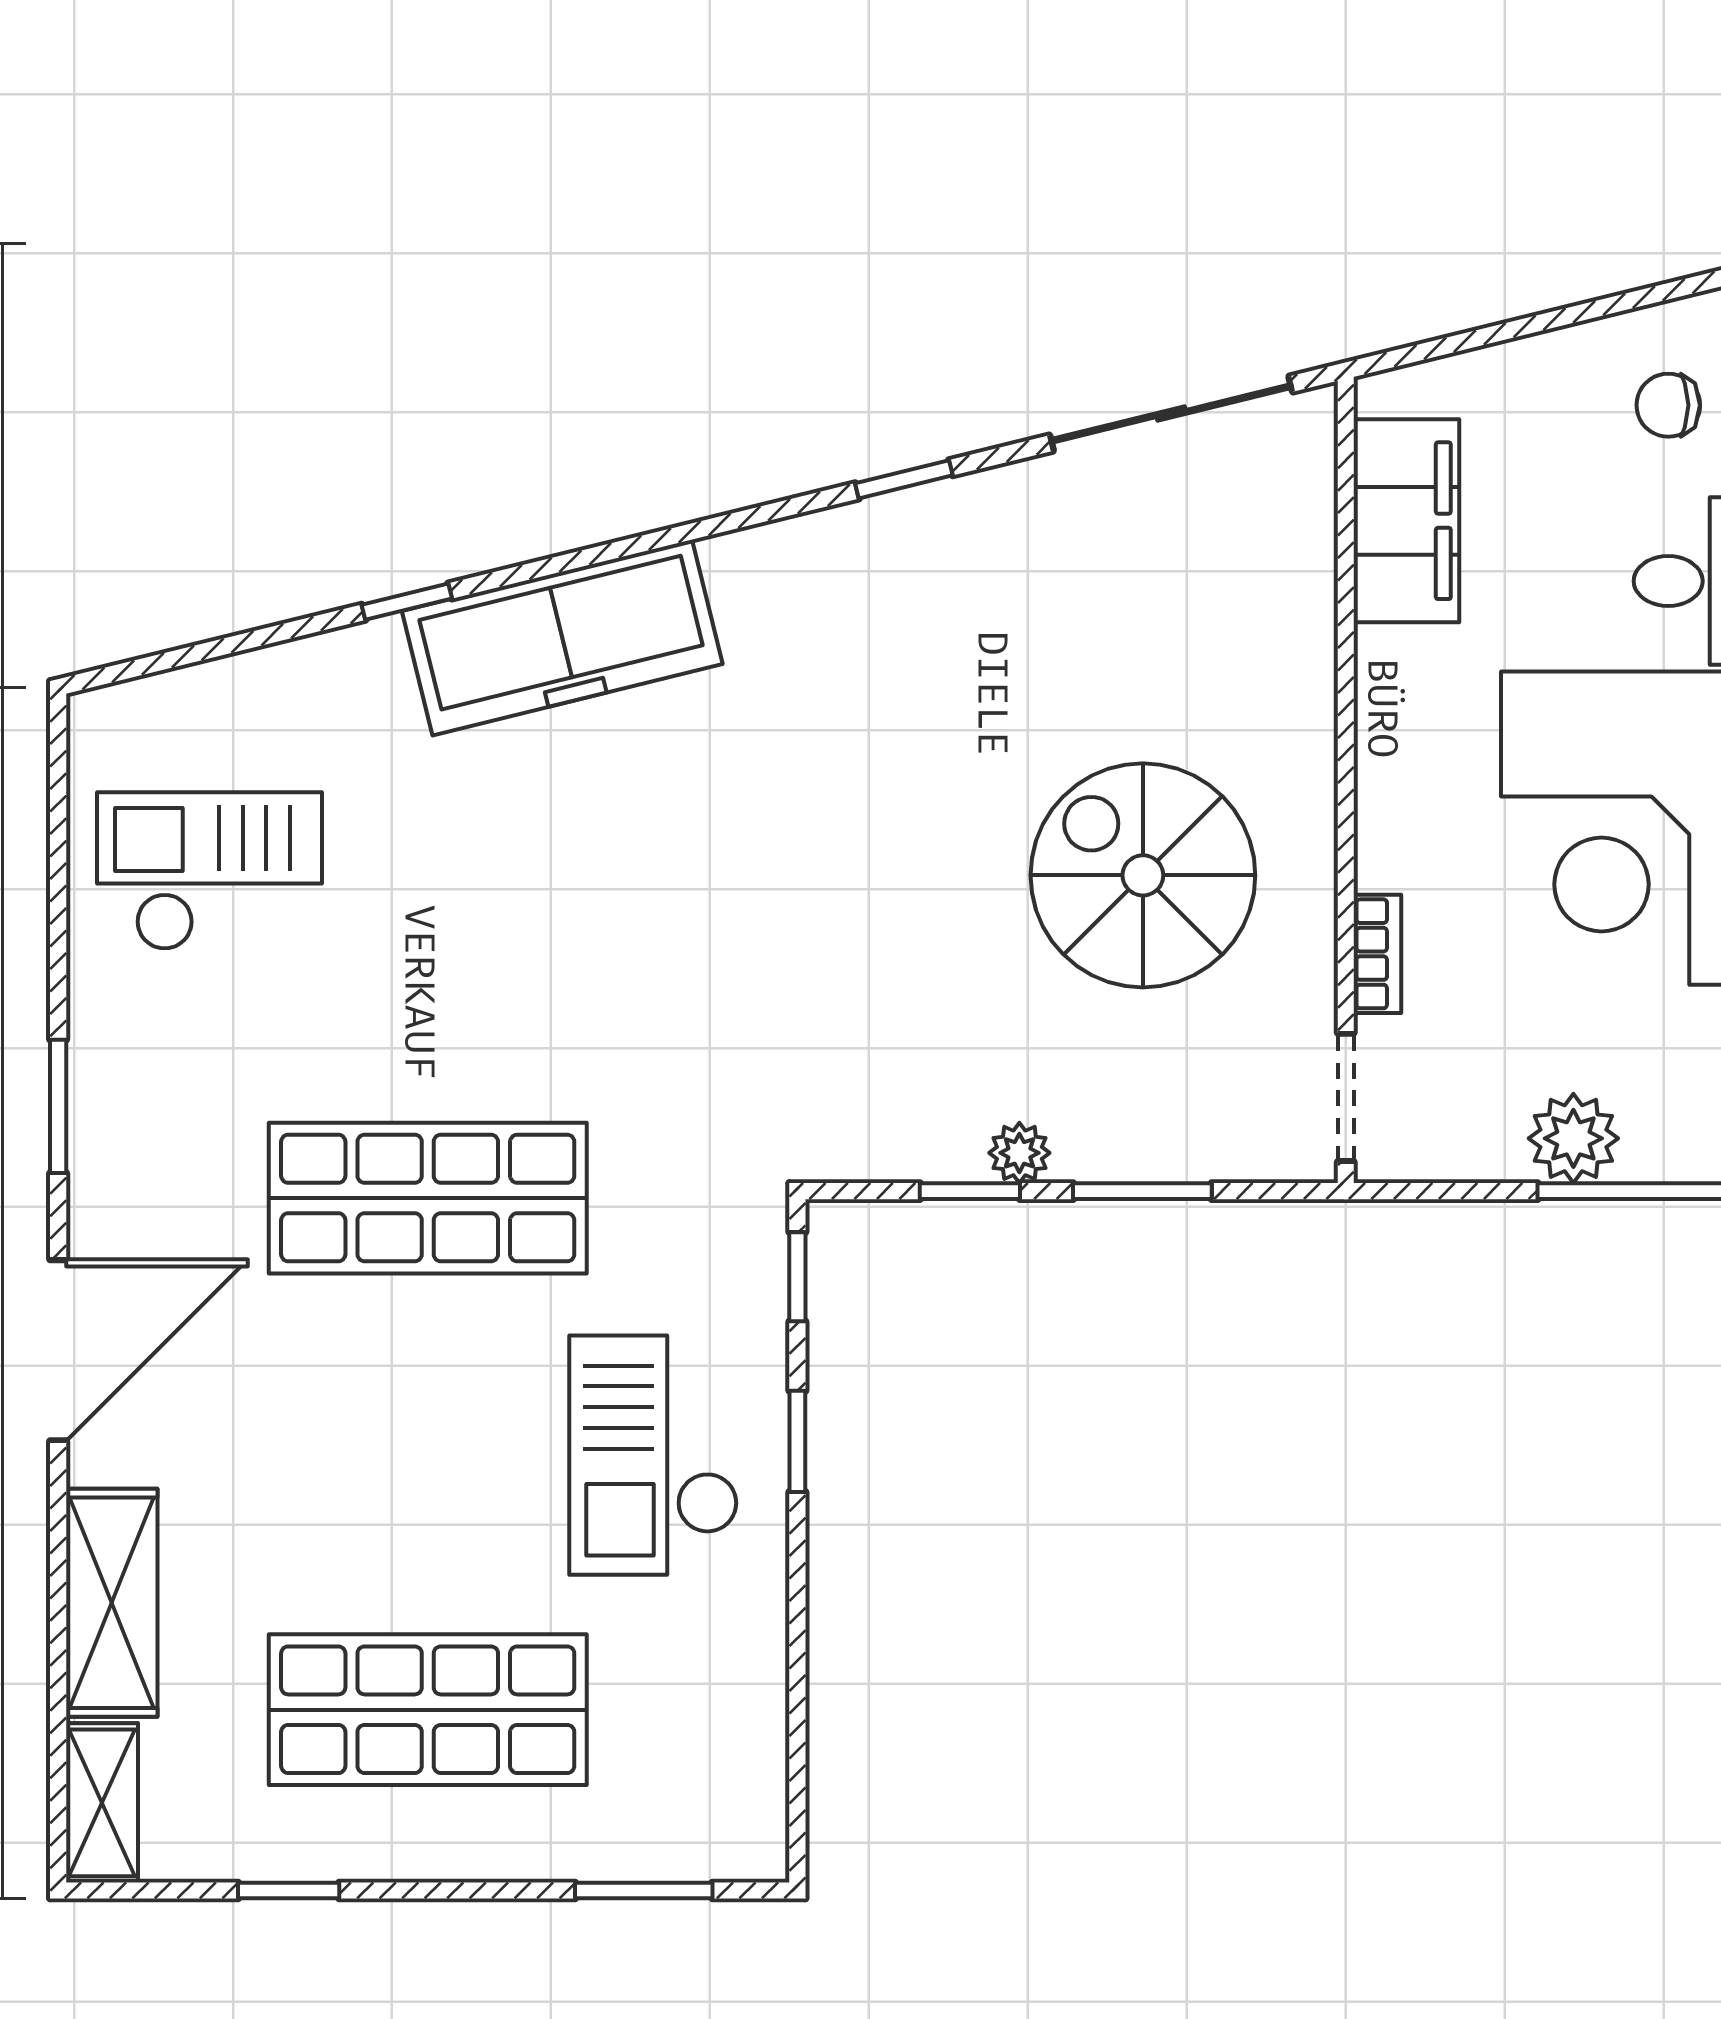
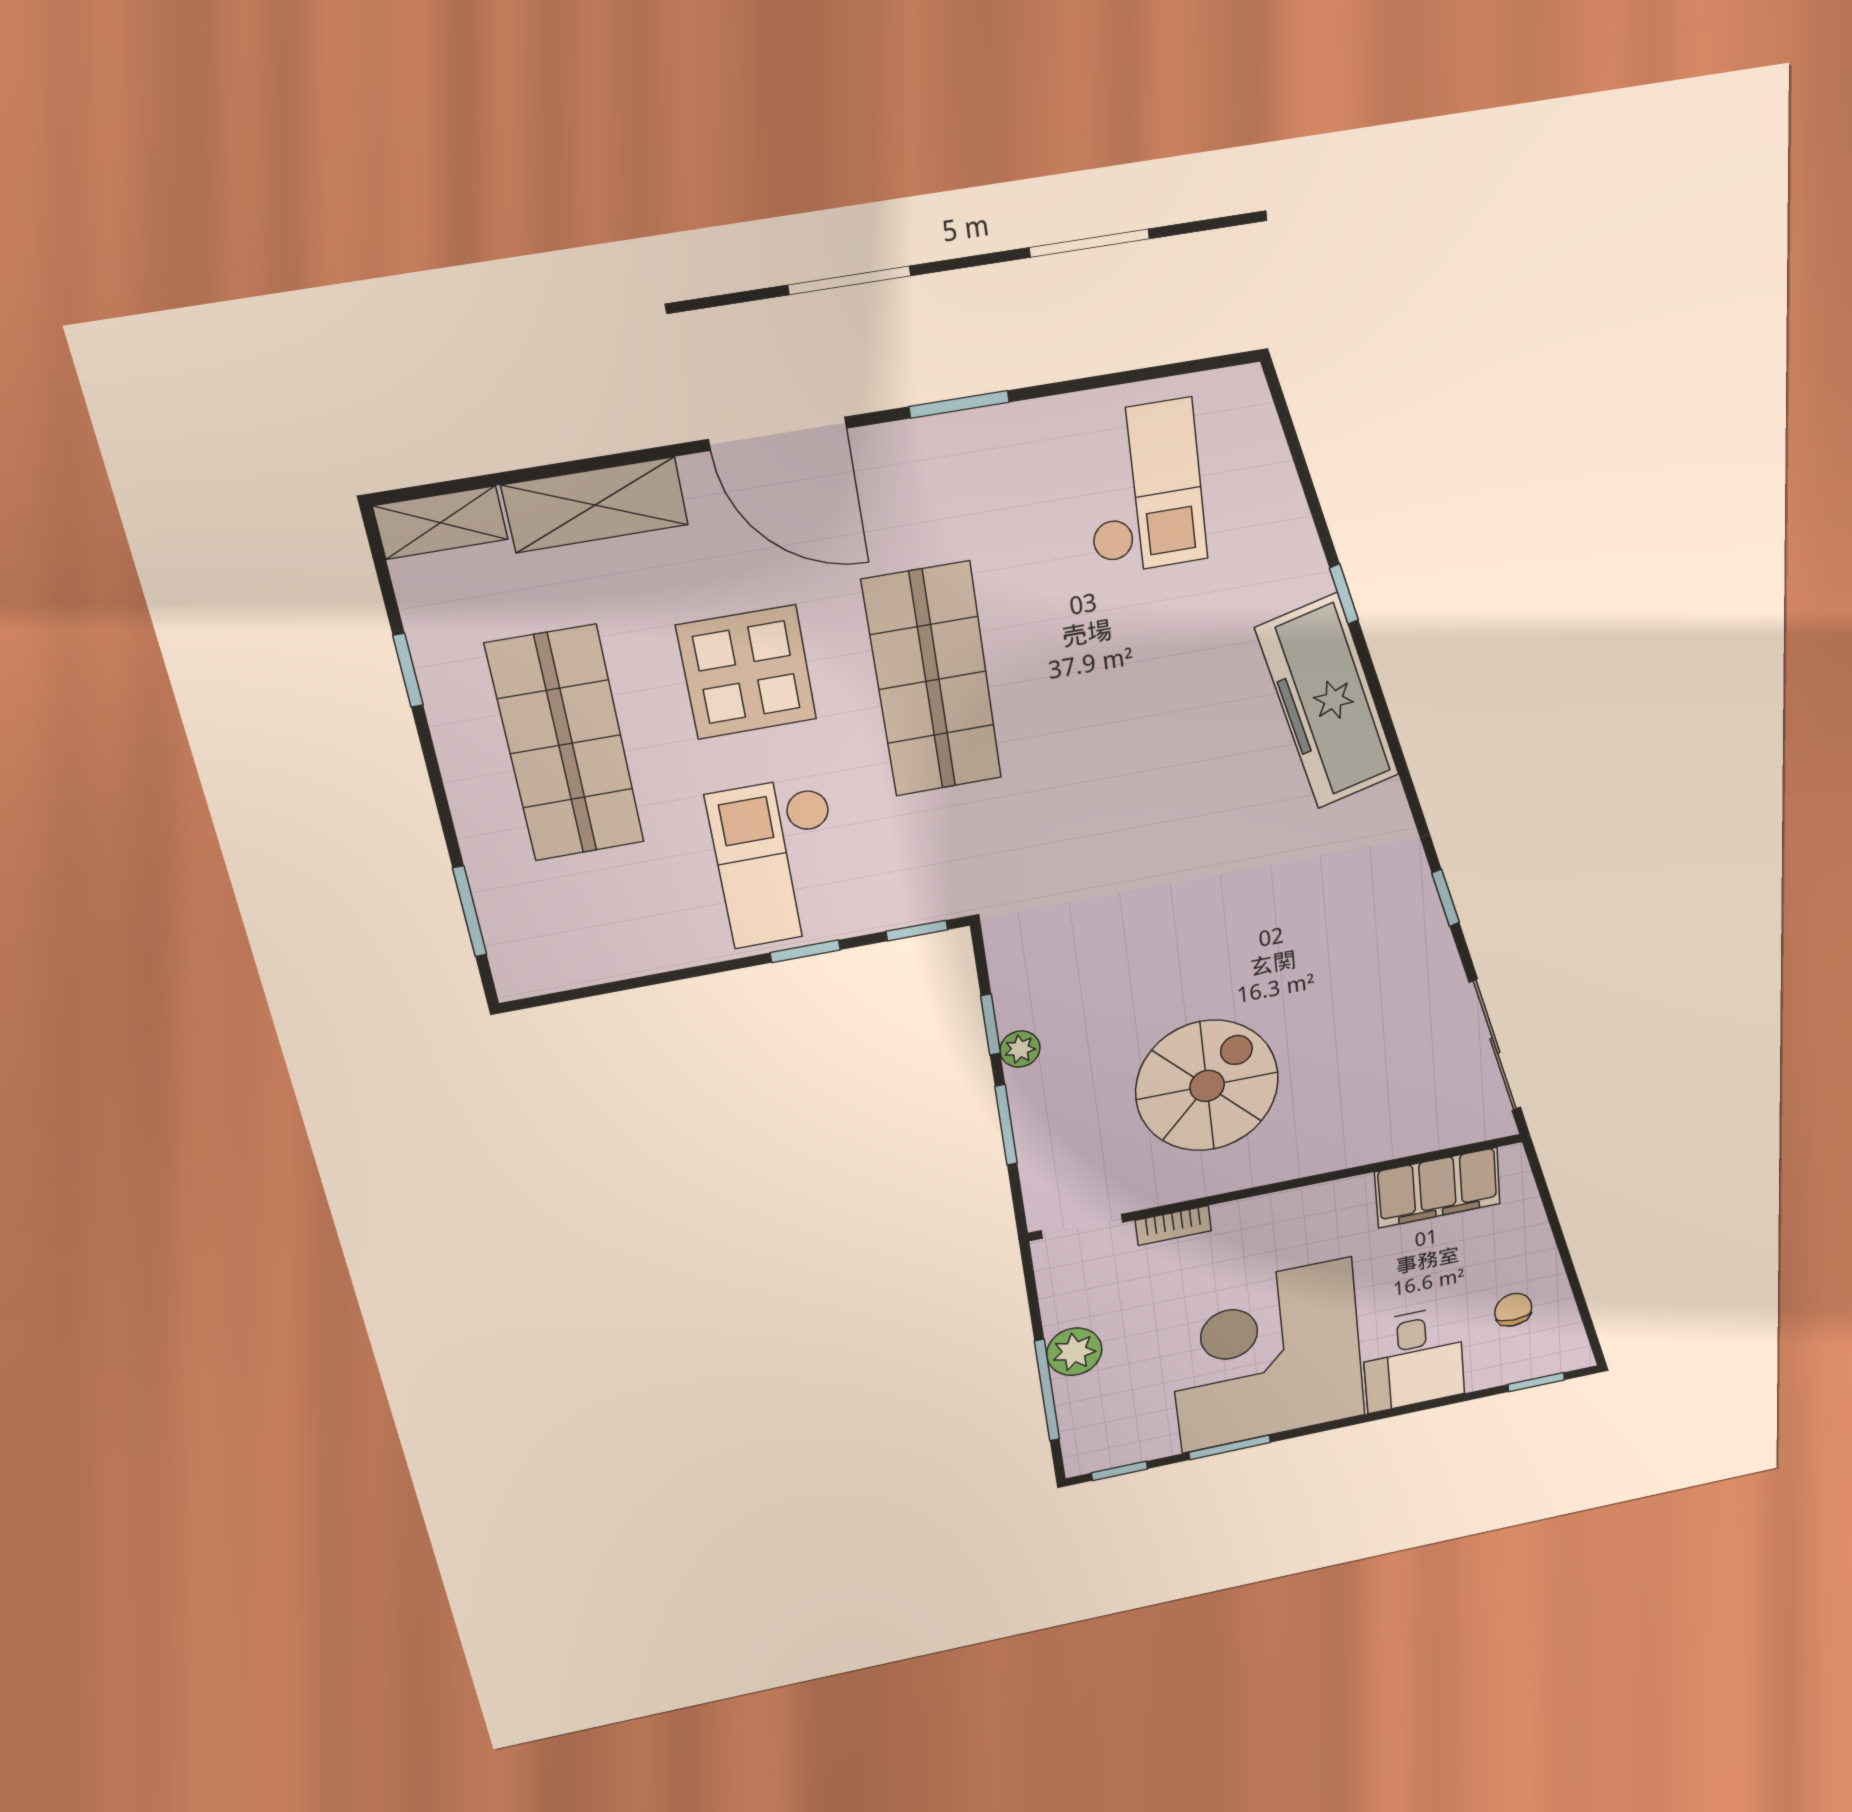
display table: (371, 1449) -> (747, 672), added
checkout: (654, 1455) -> (778, 862), turned -90

